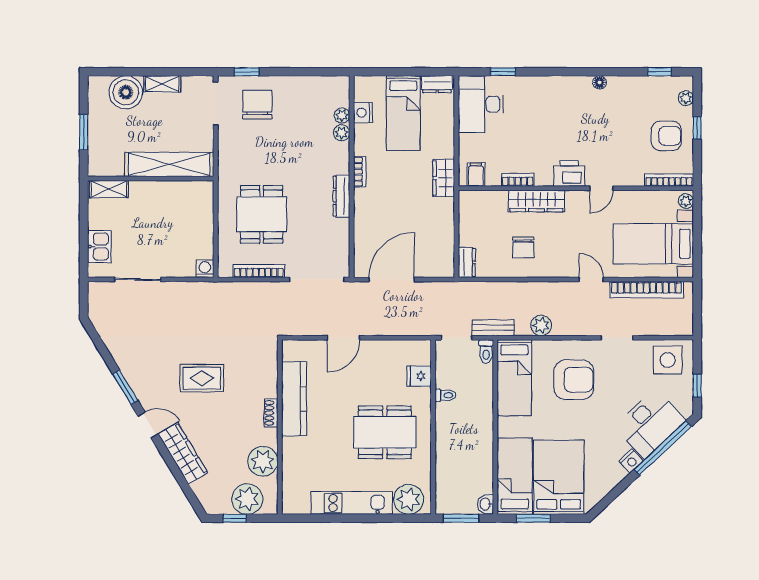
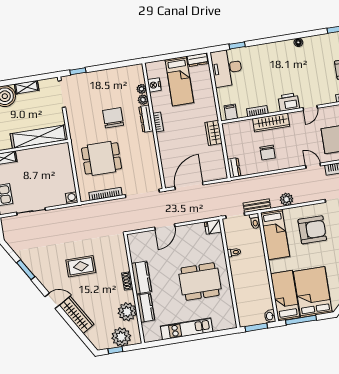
chair: (257, 105) -> (113, 118), moved
wardrobe: (444, 178) -> (214, 133), moved
dresser: (341, 196) -> (146, 119), moved
dining table: (262, 214) -> (102, 158), turned 90
fridge: (419, 376) -> (213, 227), moved
window: (125, 387) -> (26, 270), moved
kitchen counter: (294, 399) -> (142, 278), width x0.67
kitchen counter: (293, 459) -> (146, 308), added
plant: (409, 499) -> (222, 321), removed
window: (533, 518) -> (301, 320), width x1.44

